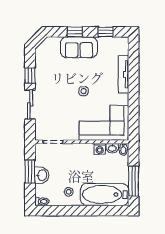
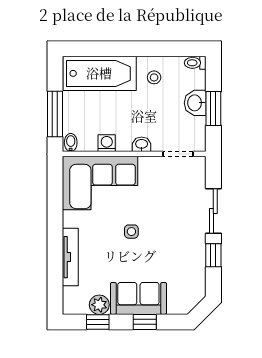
plant: (105, 43) -> (99, 305), added
washbasin: (112, 148) -> (142, 144), moved
window: (134, 181) -> (55, 114), moved

